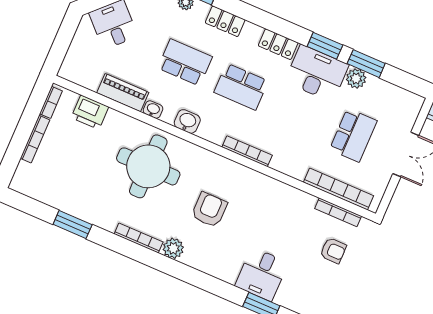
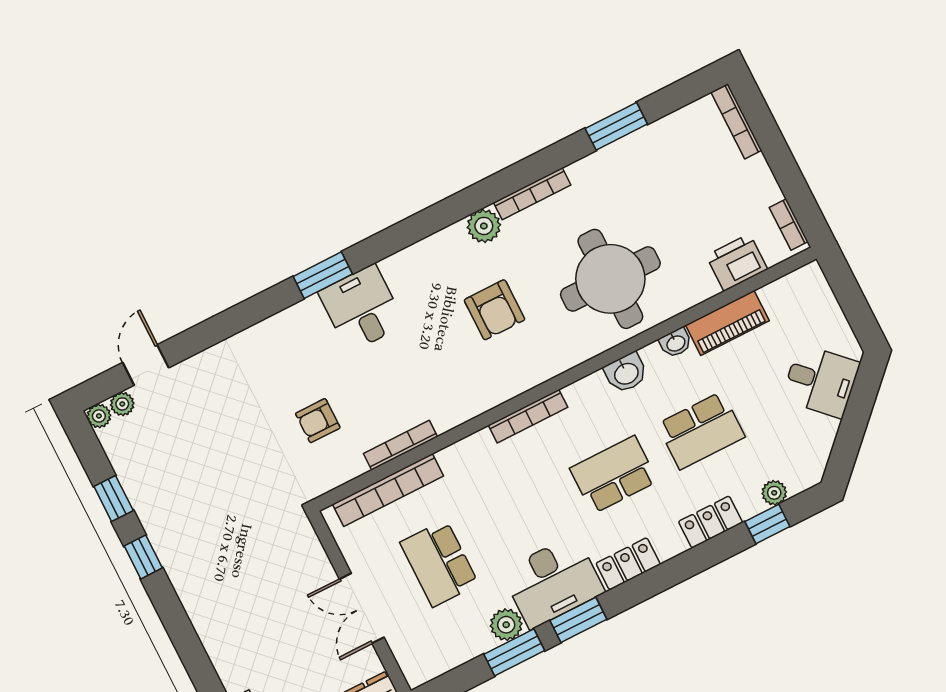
bookcase: (35, 139) -> (736, 121), moved
bookcase: (338, 212) -> (400, 445), moved

